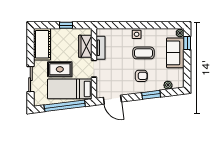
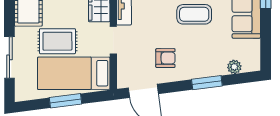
armchair: (141, 76) -> (165, 58), moved
window: (65, 106) -> (66, 101), width x0.47

